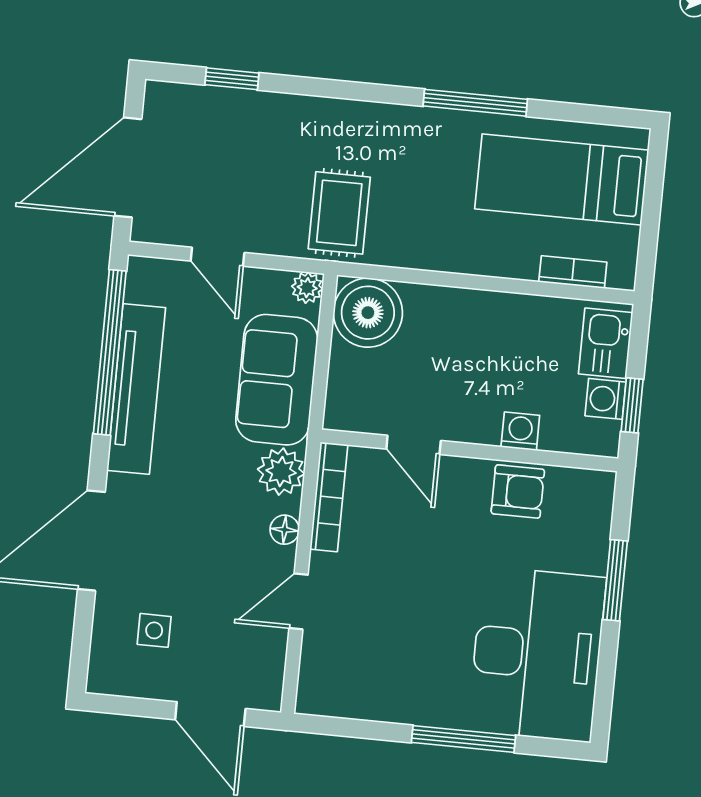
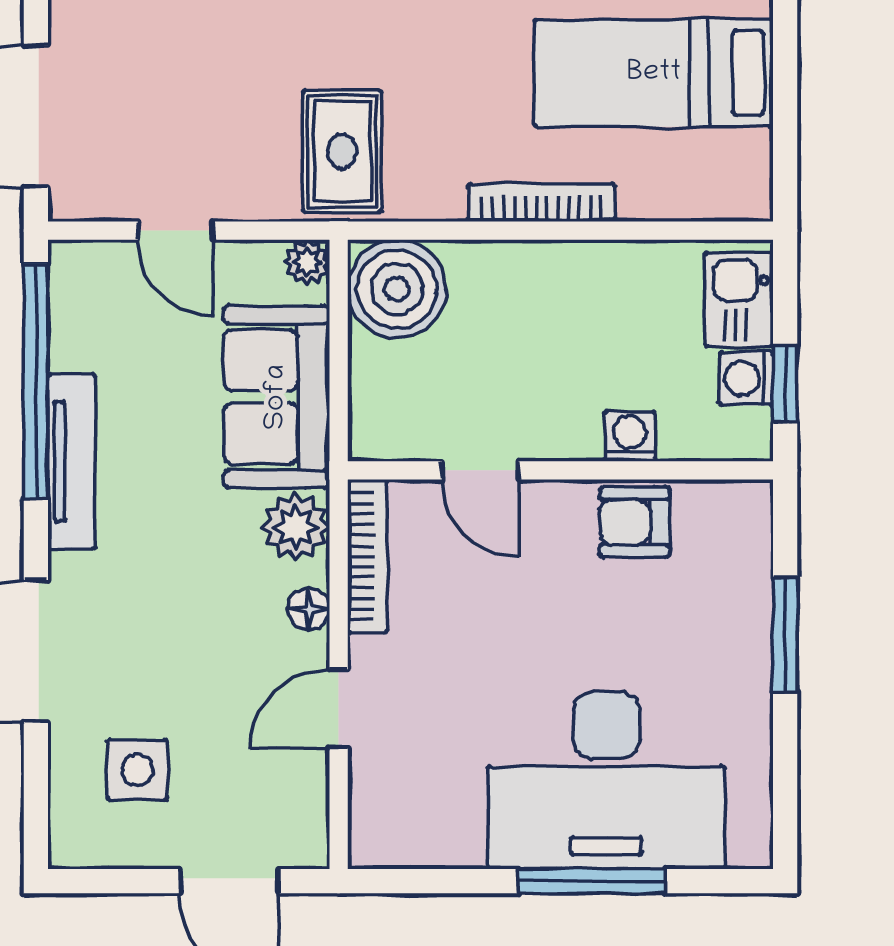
bookcase: (573, 272) -> (541, 203), moved, width x1.56
tv unit: (136, 389) -> (72, 461), width x0.73, depth x0.78
armchair: (518, 491) -> (635, 522), turned 180
side table: (154, 630) -> (138, 770), width x1.37, depth x1.37
desk: (537, 654) -> (607, 780), moved, turned 90

